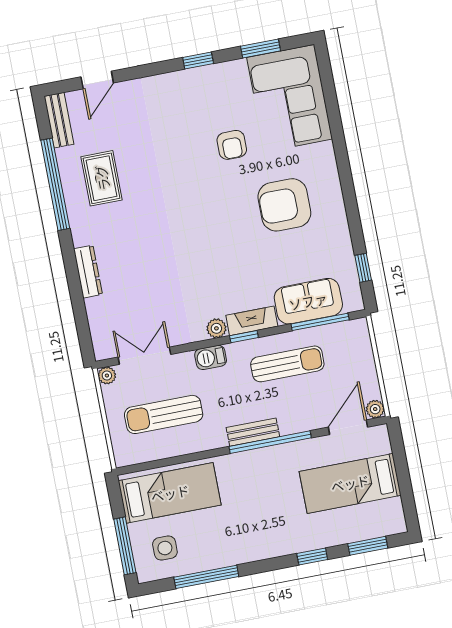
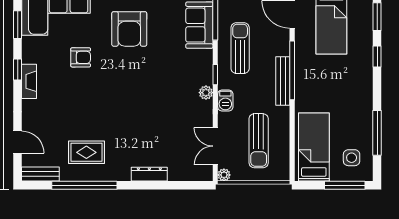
fireplace: (252, 321) -> (29, 81), moved, turned 180
bench: (253, 432) -> (283, 81), width x1.36

